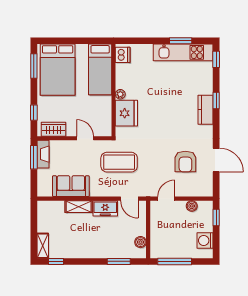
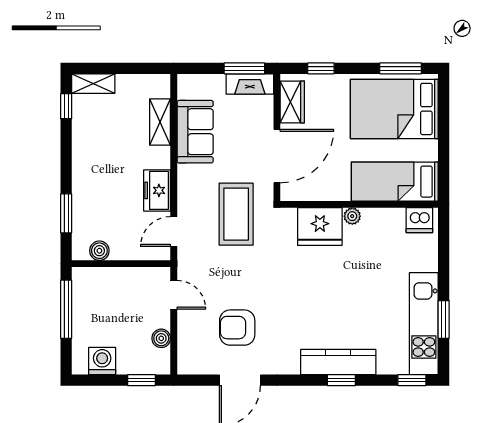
kitchen counter: (206, 110) -> (338, 362), width x1.50
door: (85, 138) -> (277, 156), width x1.88
shelving: (79, 207) -> (160, 122), moved

